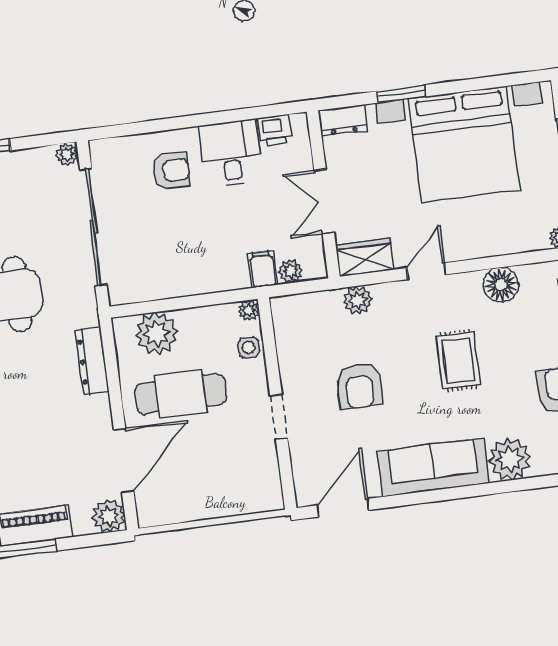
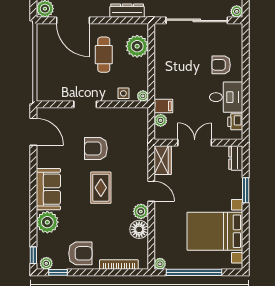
bed with nightstands: (464, 144) -> (215, 231), width x0.73
armchair: (171, 171) -> (221, 65), turned 90
plant: (358, 300) -> (141, 211), moved
rug: (458, 360) -> (101, 188), moved, turned 90
cafe table: (181, 394) -> (104, 55), width x0.73, depth x0.74
sofa: (433, 467) -> (48, 189), width x0.73

